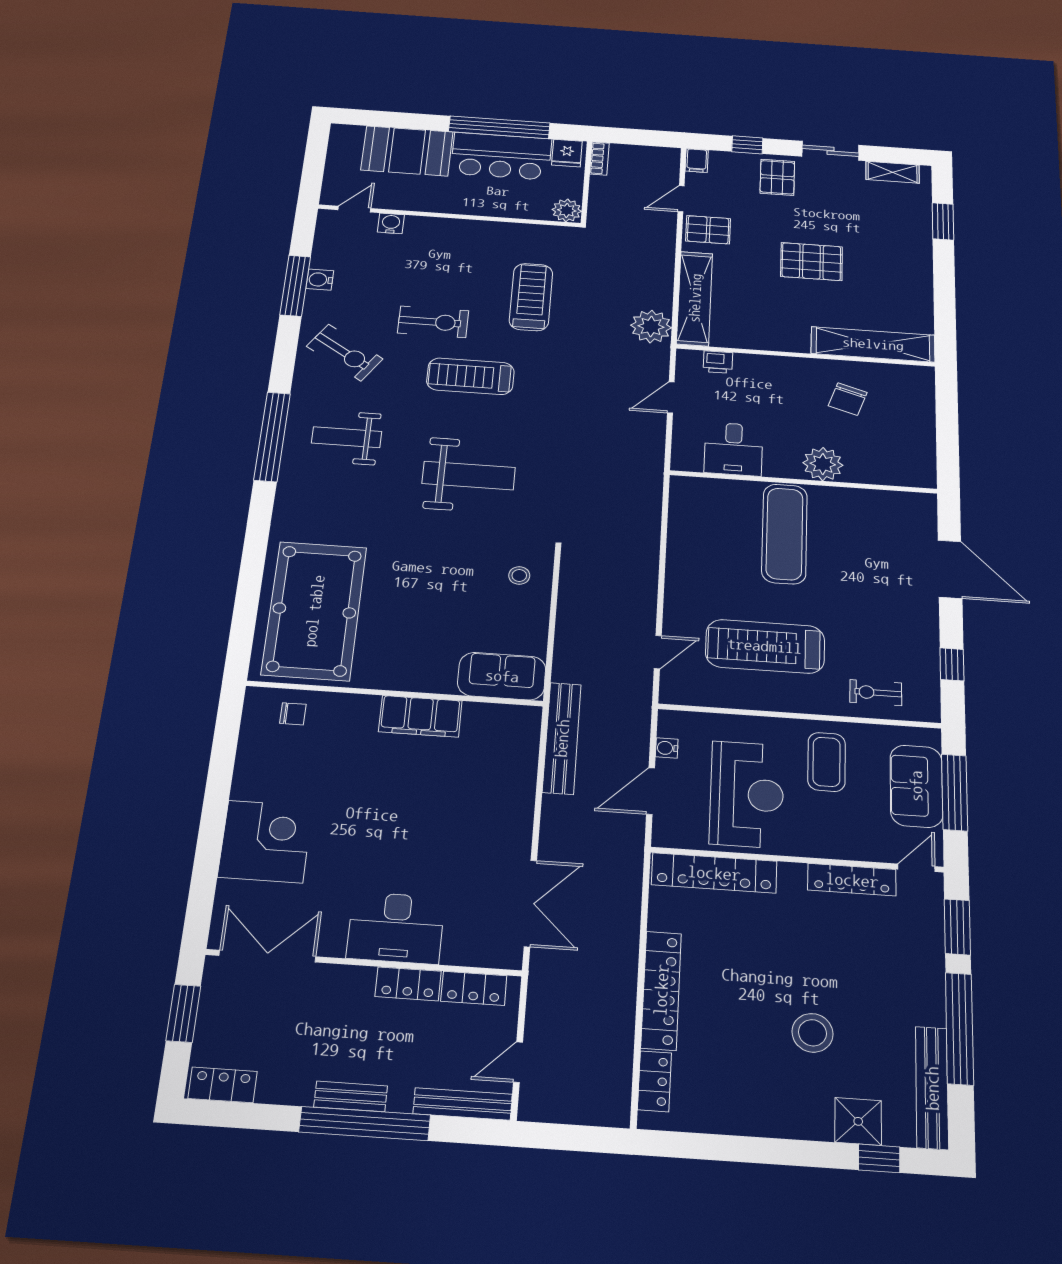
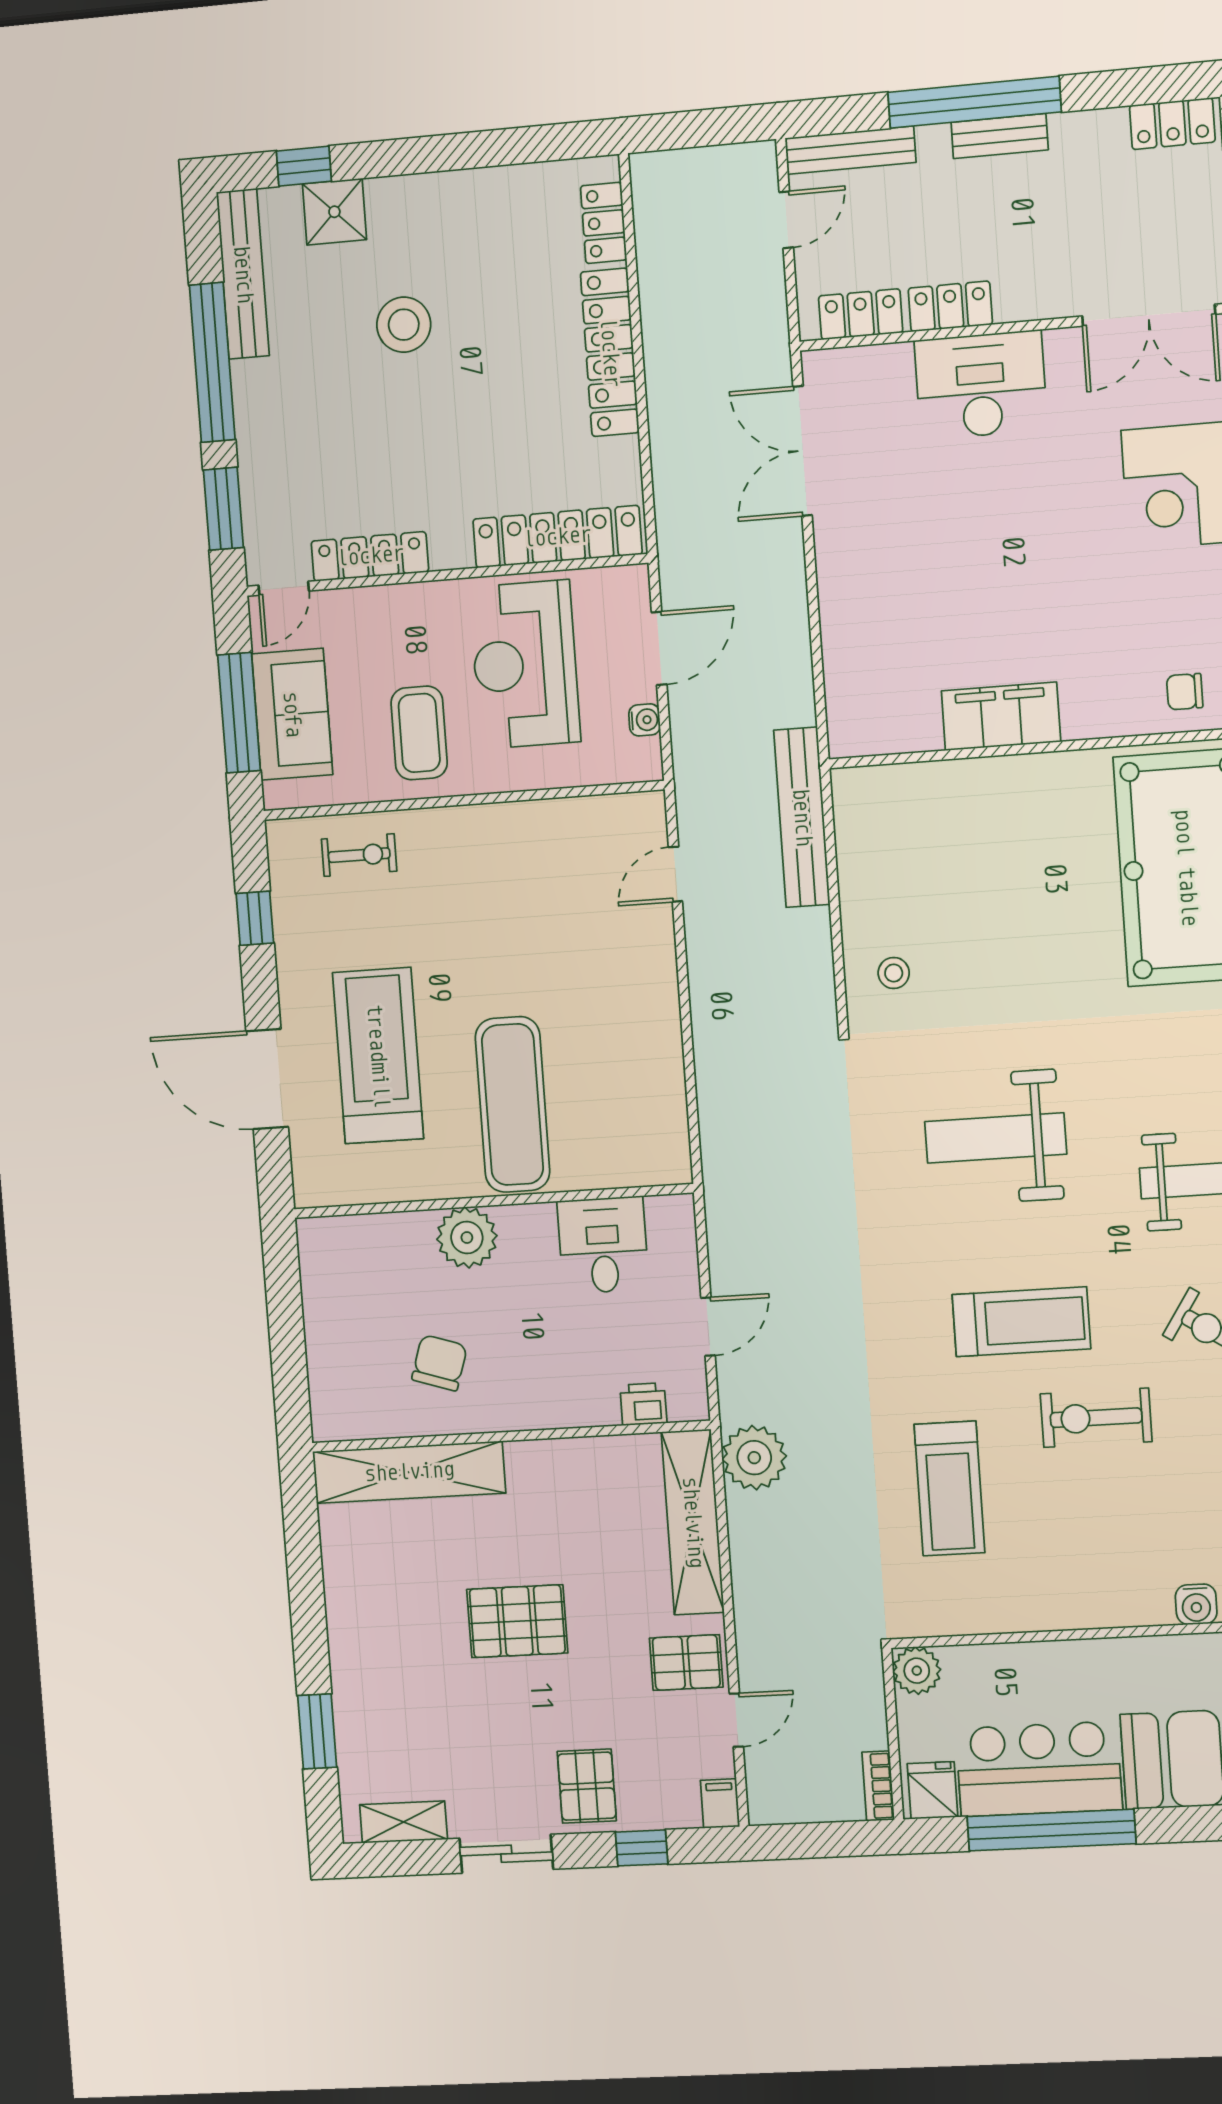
treadmill: (765, 646) -> (378, 1056), moved, turned -90
sofa: (502, 676) -> (894, 800), removed
bench: (562, 738) -> (802, 817), moved

